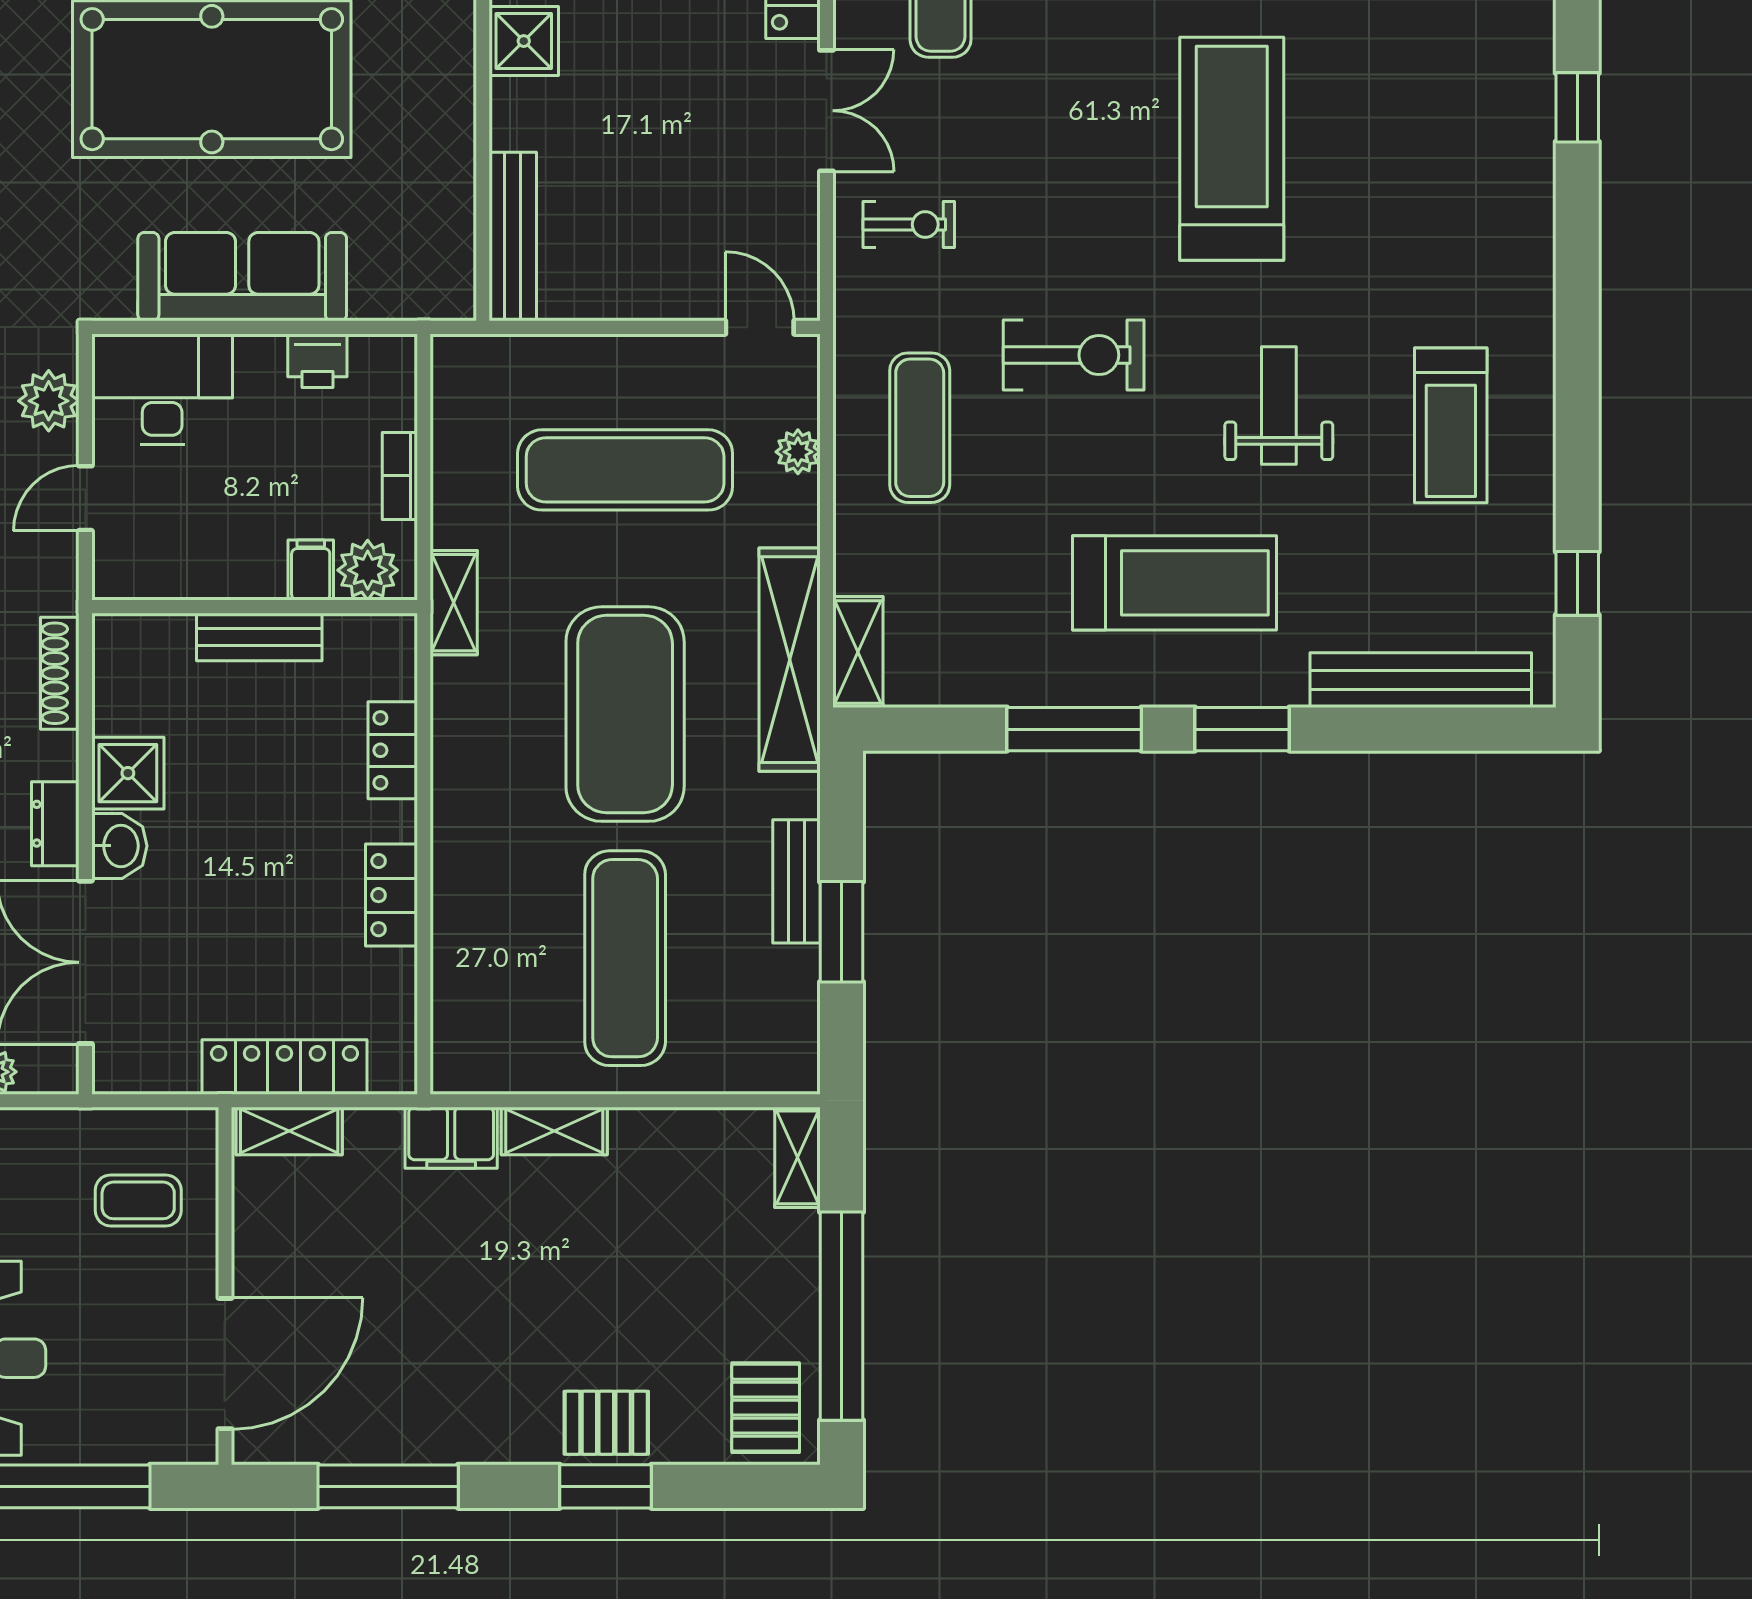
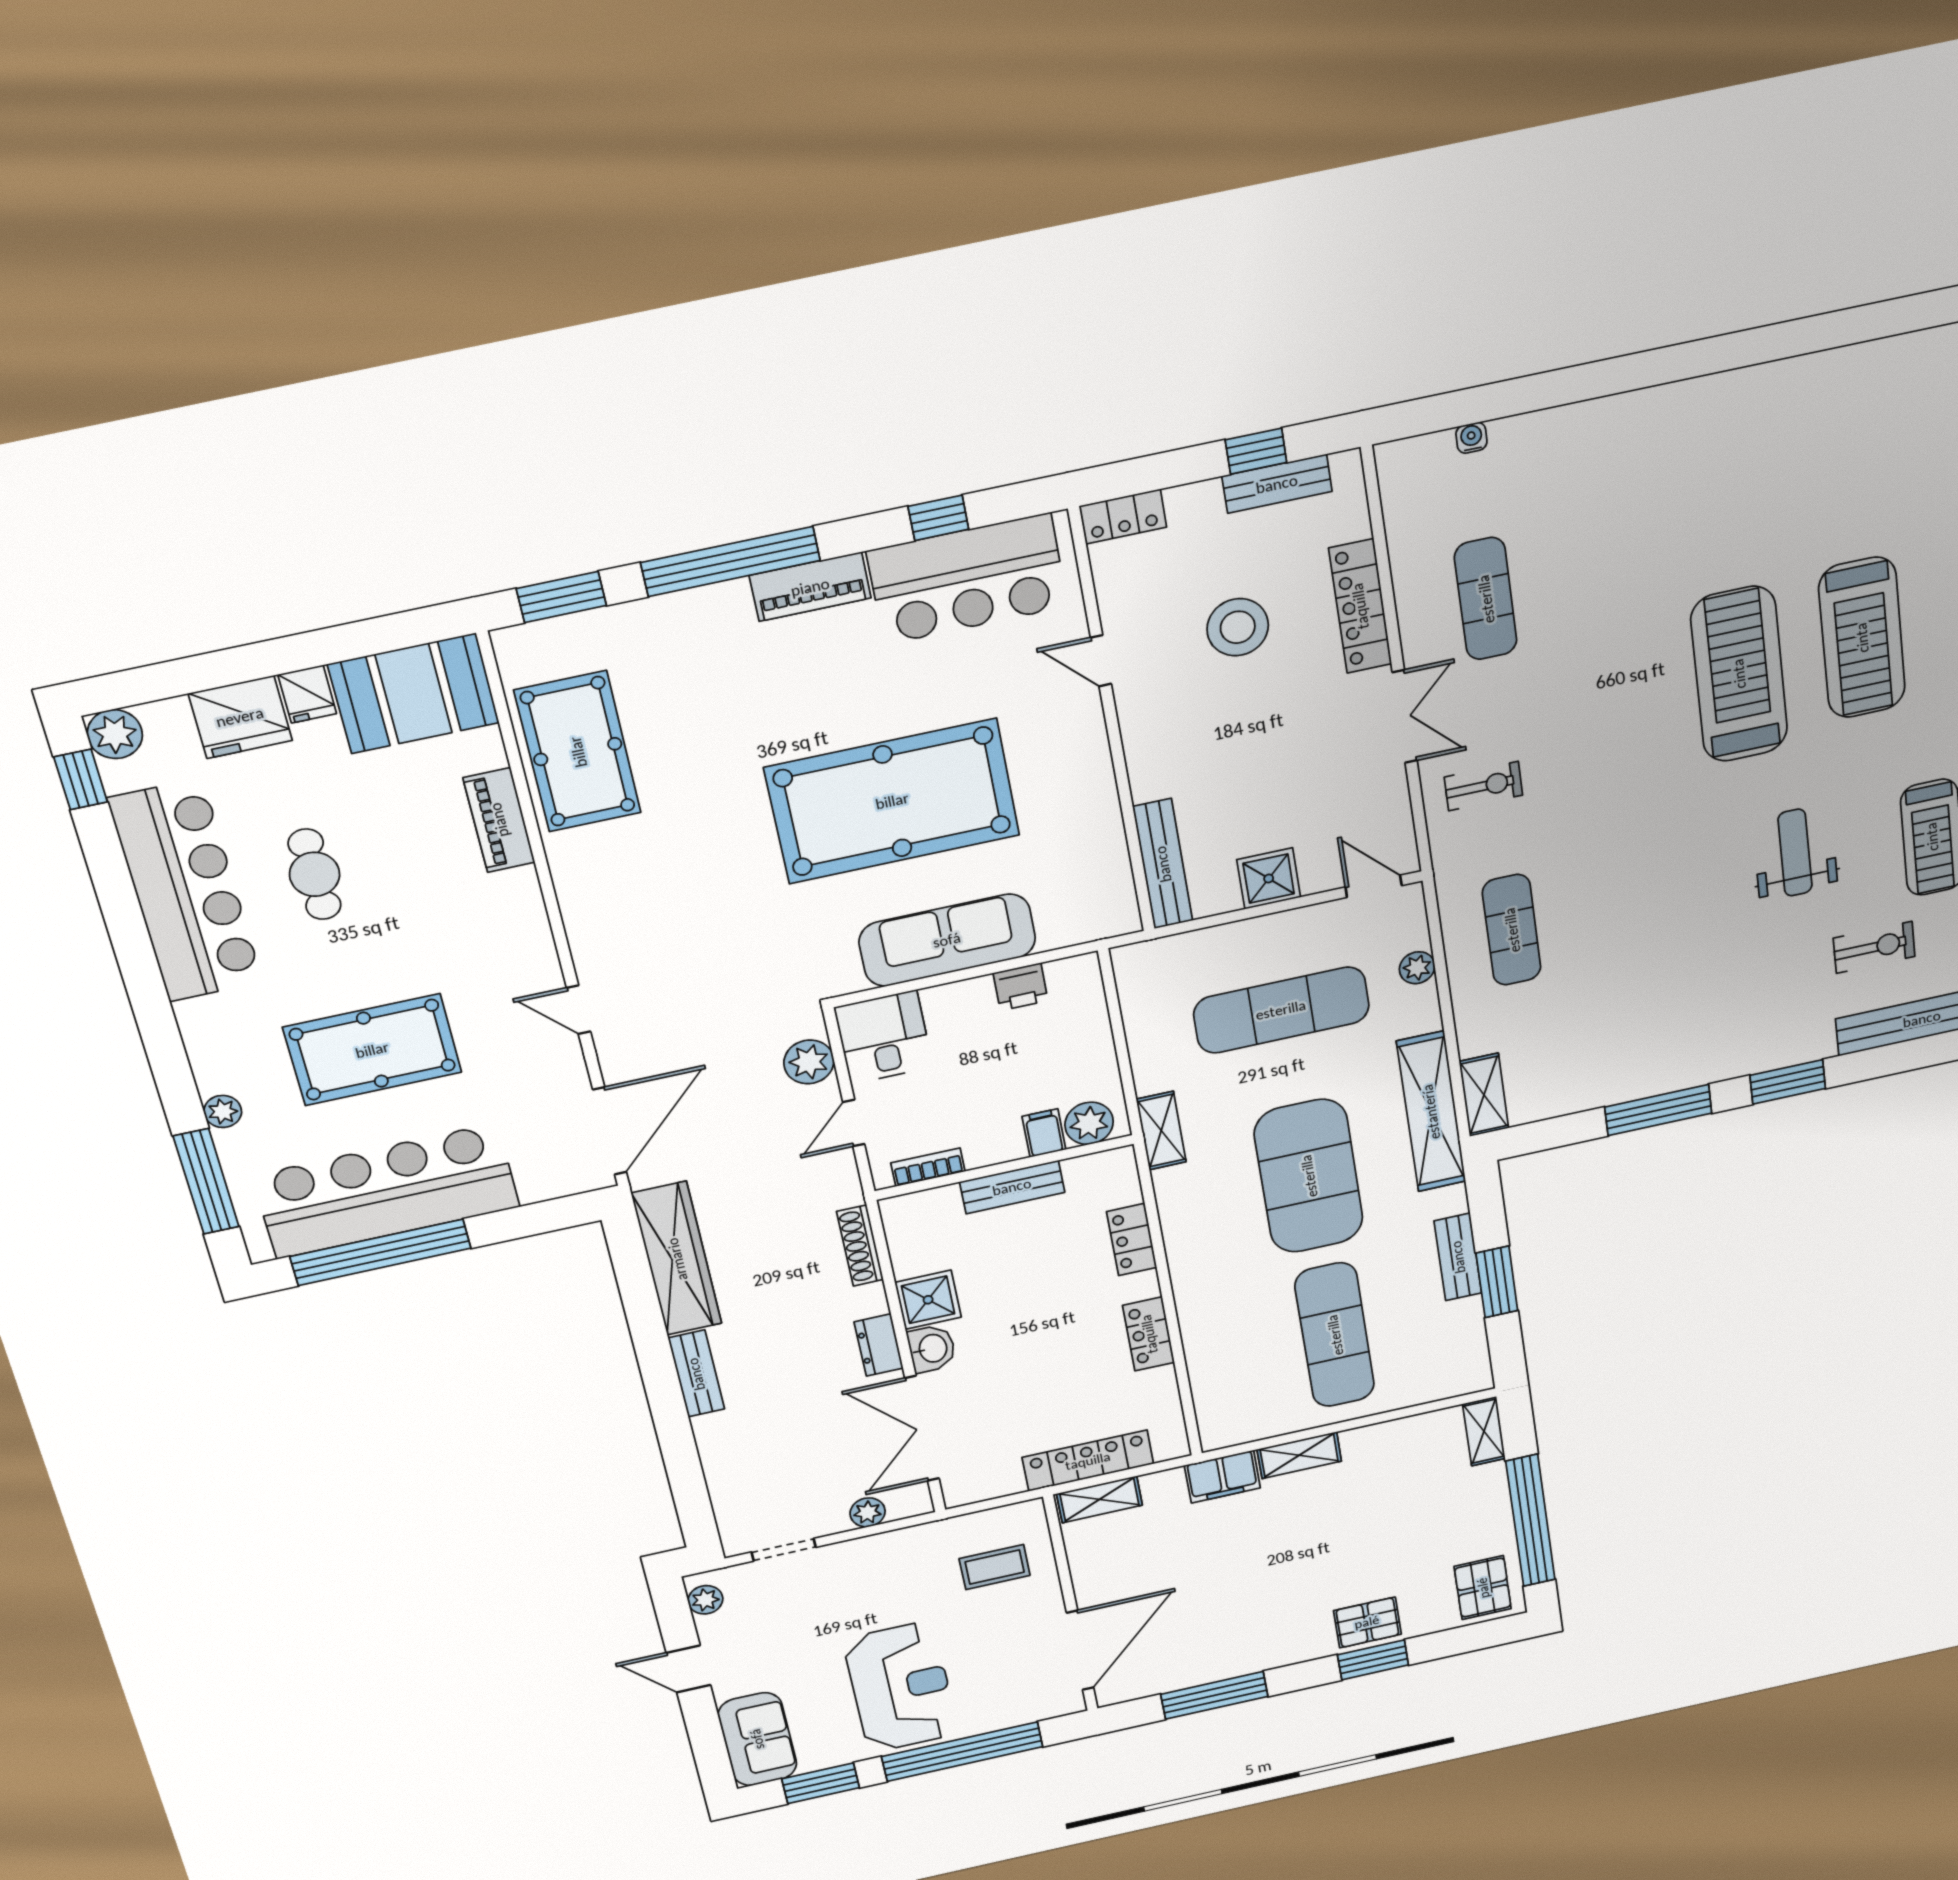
shower: (524, 41) -> (1269, 878), moved
exercise bike: (1074, 355) -> (1874, 947), moved, width x0.73, depth x0.72
desk: (162, 389) -> (884, 1037), width x0.73
bookcase: (400, 476) -> (928, 1167), moved, turned 90
treadmill: (1175, 583) -> (1862, 638), moved, turned 90

